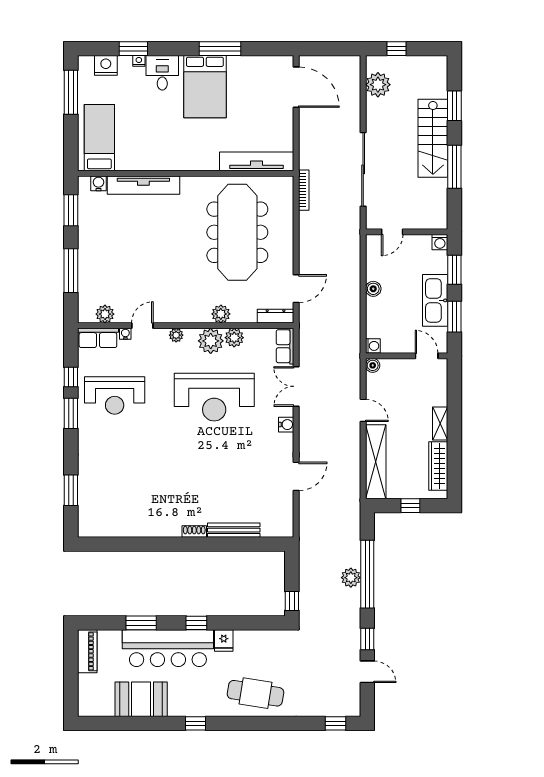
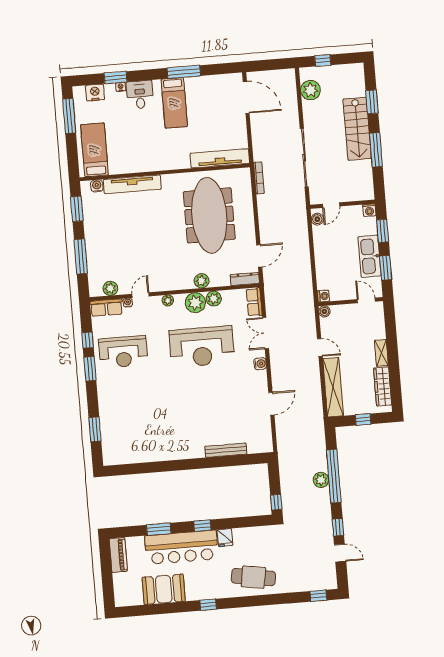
bed: (205, 87) -> (174, 103), width x0.67
boiler: (373, 289) -> (317, 219), moved
shoe rack: (194, 532) -> (195, 454), removed

